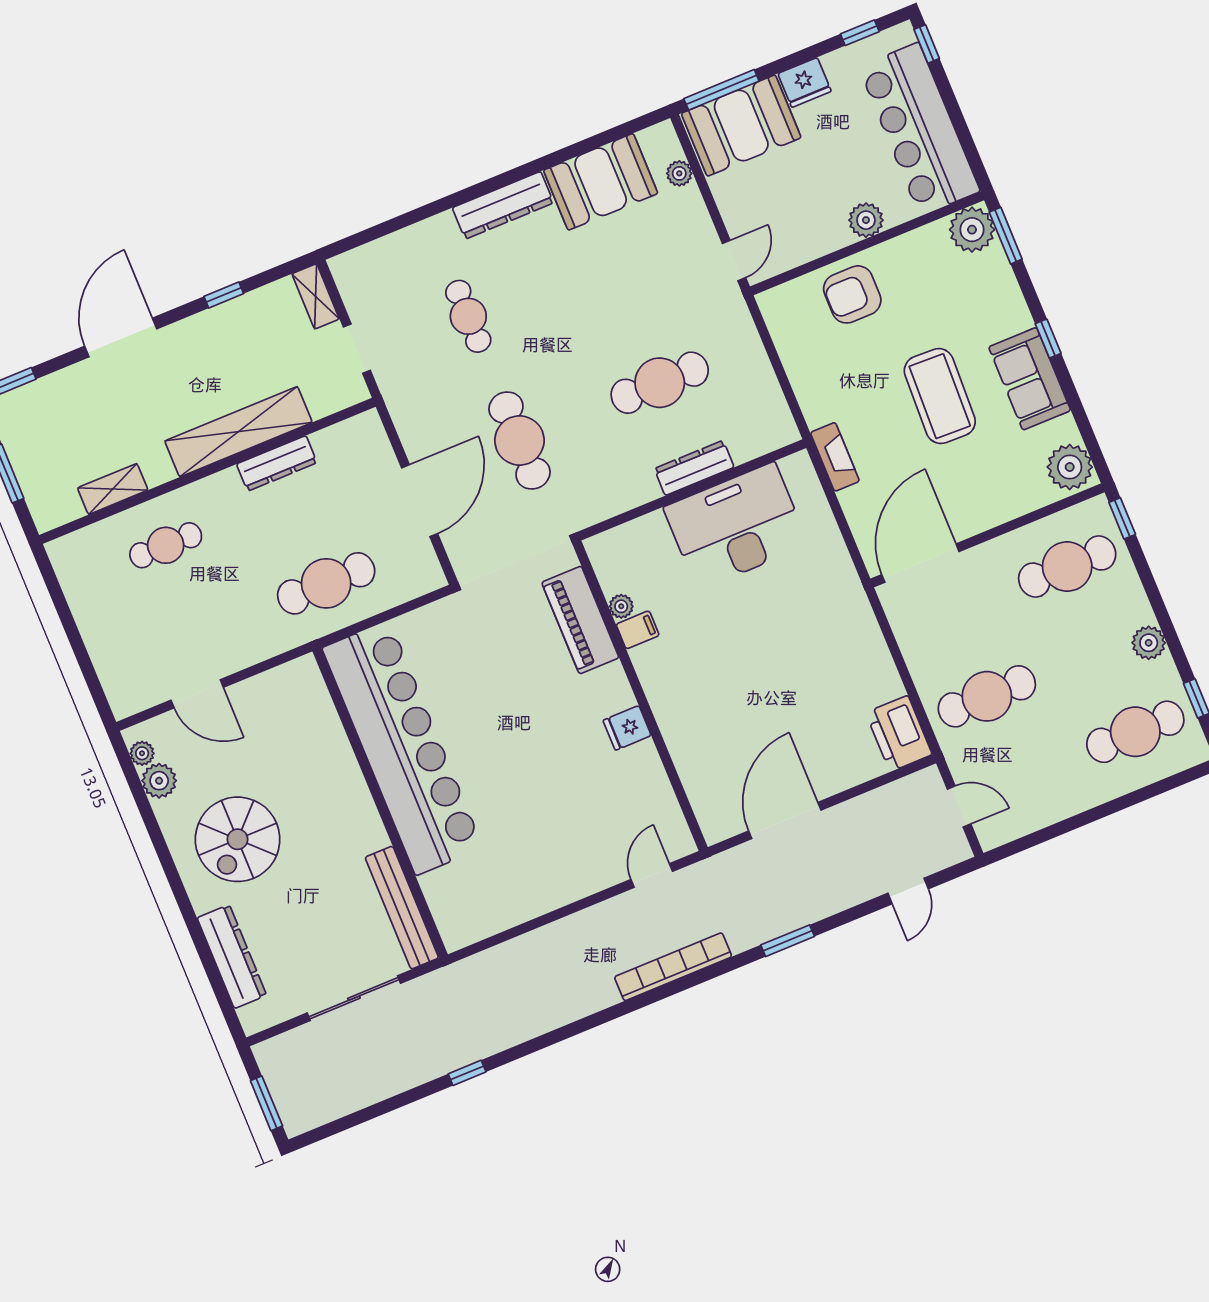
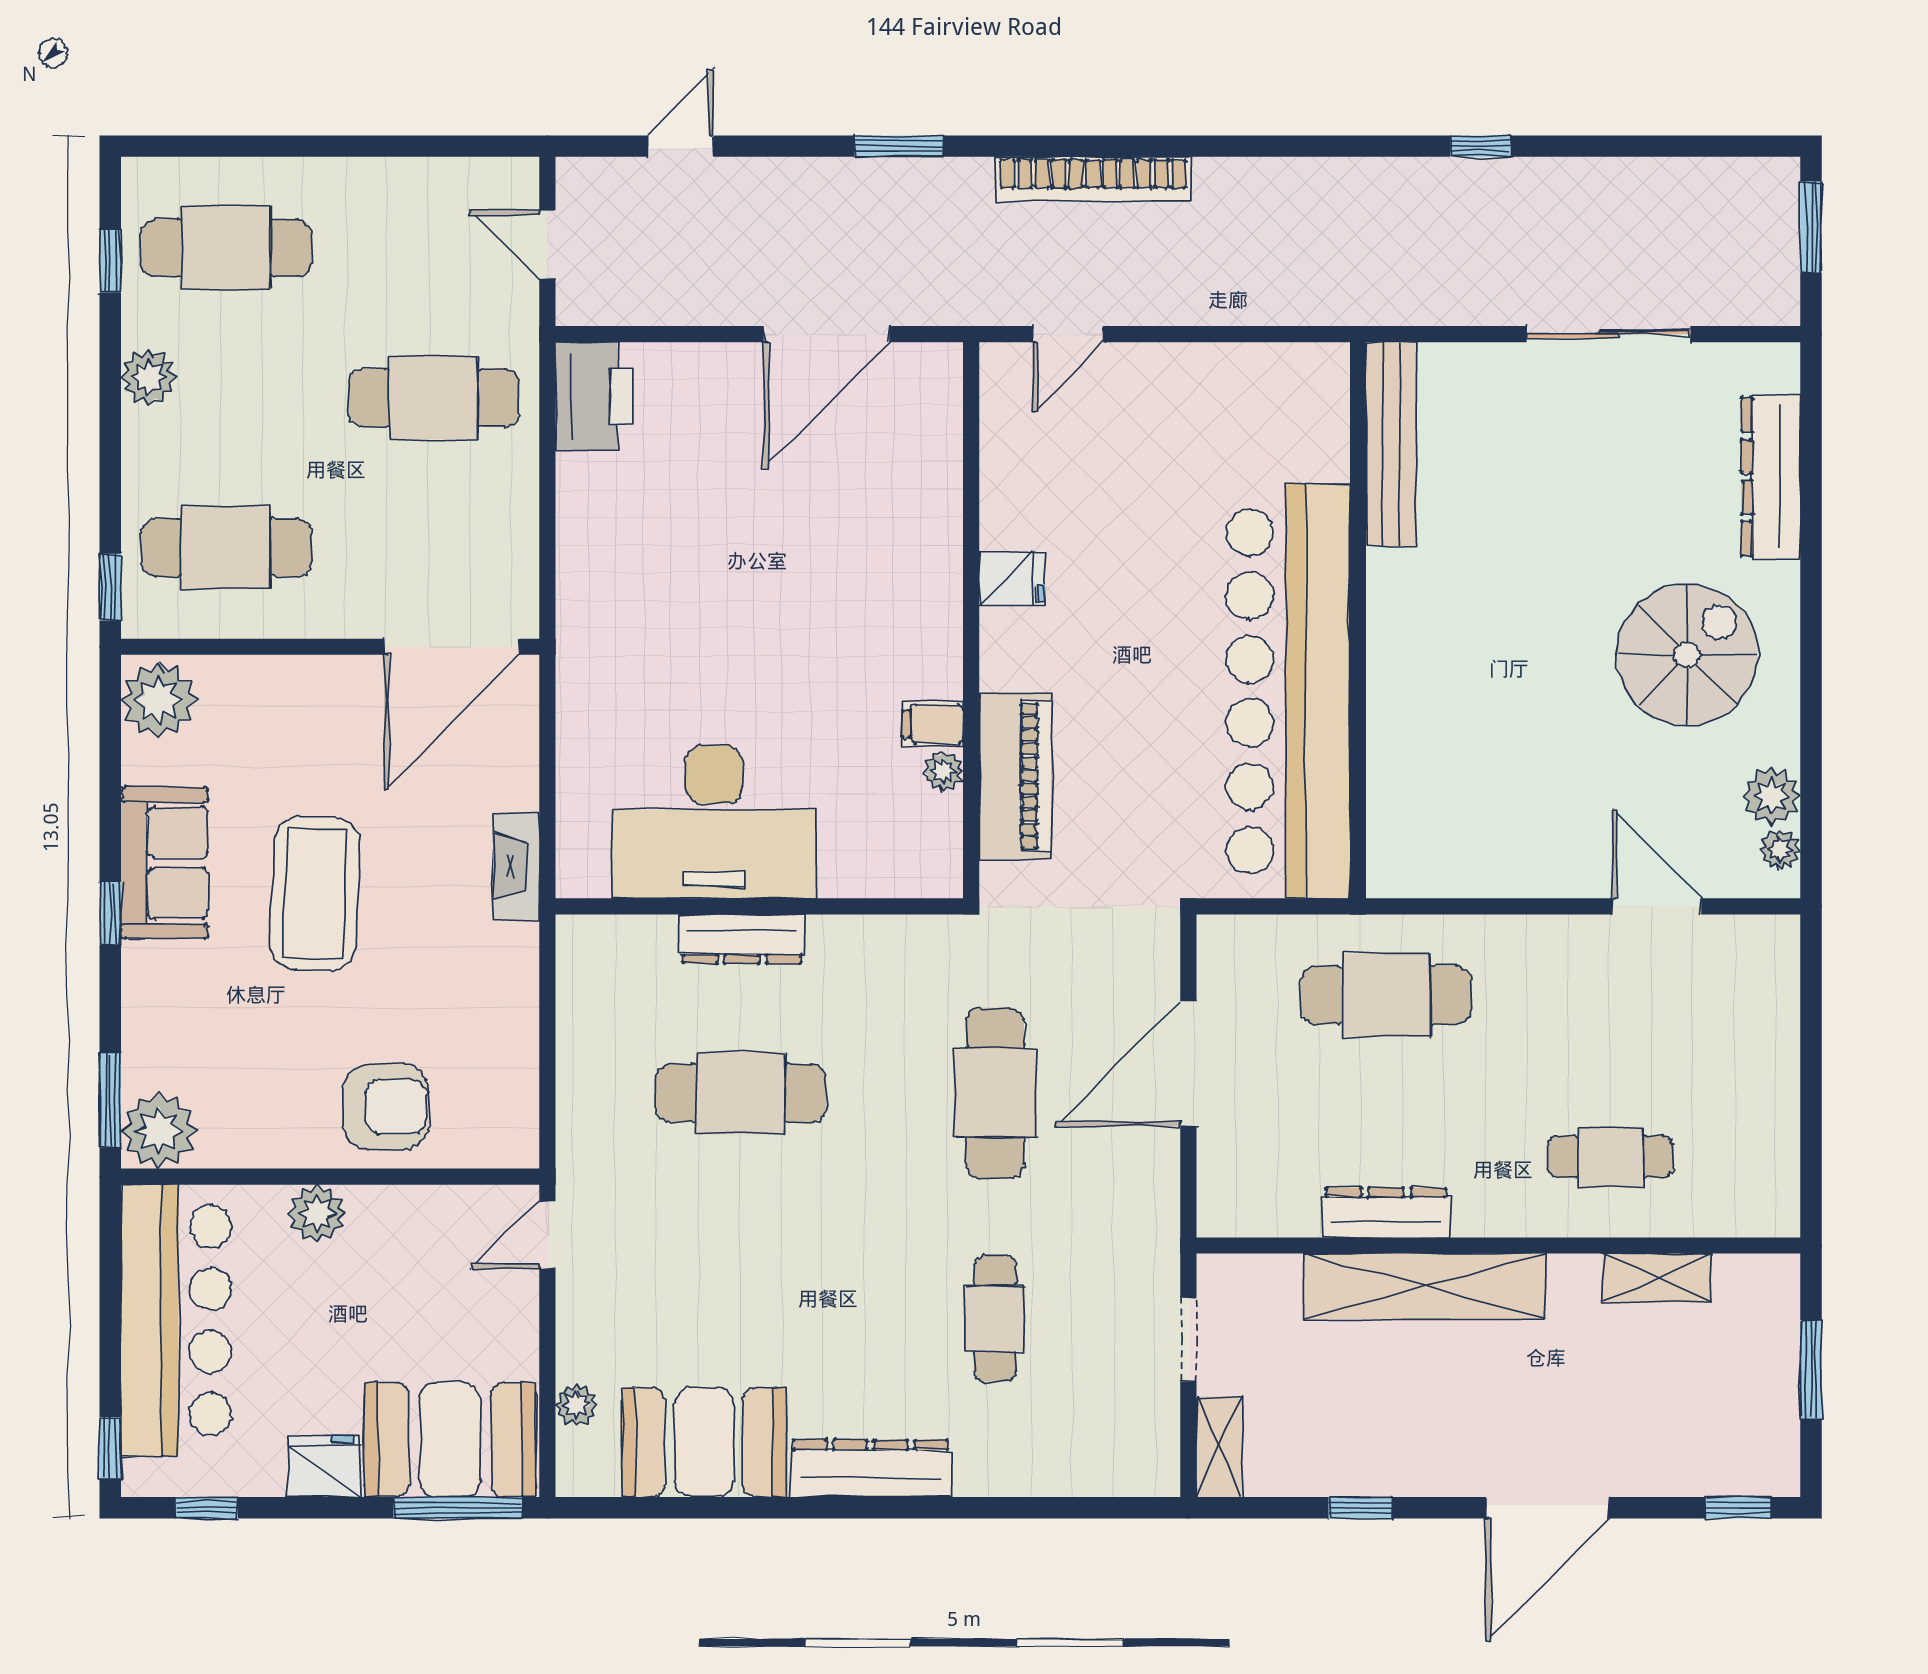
bar counter: (403, 748) -> (1288, 691), moved
wall: (380, 803) -> (1358, 620), moved
bench: (402, 908) -> (1391, 444), moved

